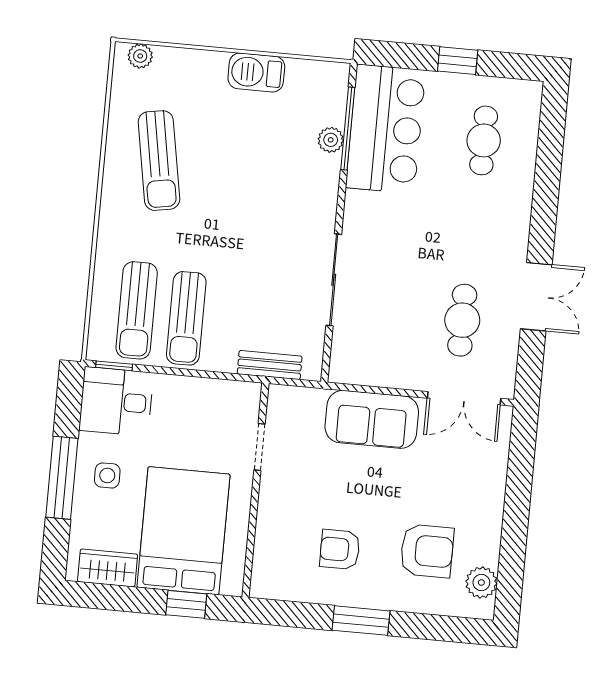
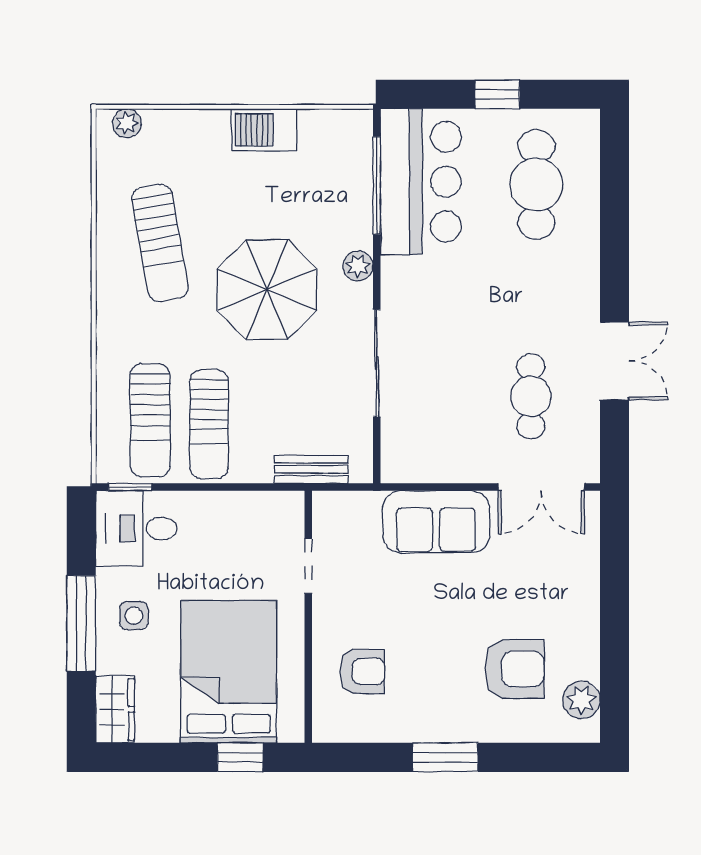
plant: (331, 140) -> (358, 266), moved
cafe table: (484, 140) -> (536, 185), width x1.37, depth x1.35
parasol: (246, 209) -> (267, 290), added
armchair: (340, 549) -> (362, 671), moved, turned 180
wardrobe: (108, 568) -> (115, 709), moved, turned 90

